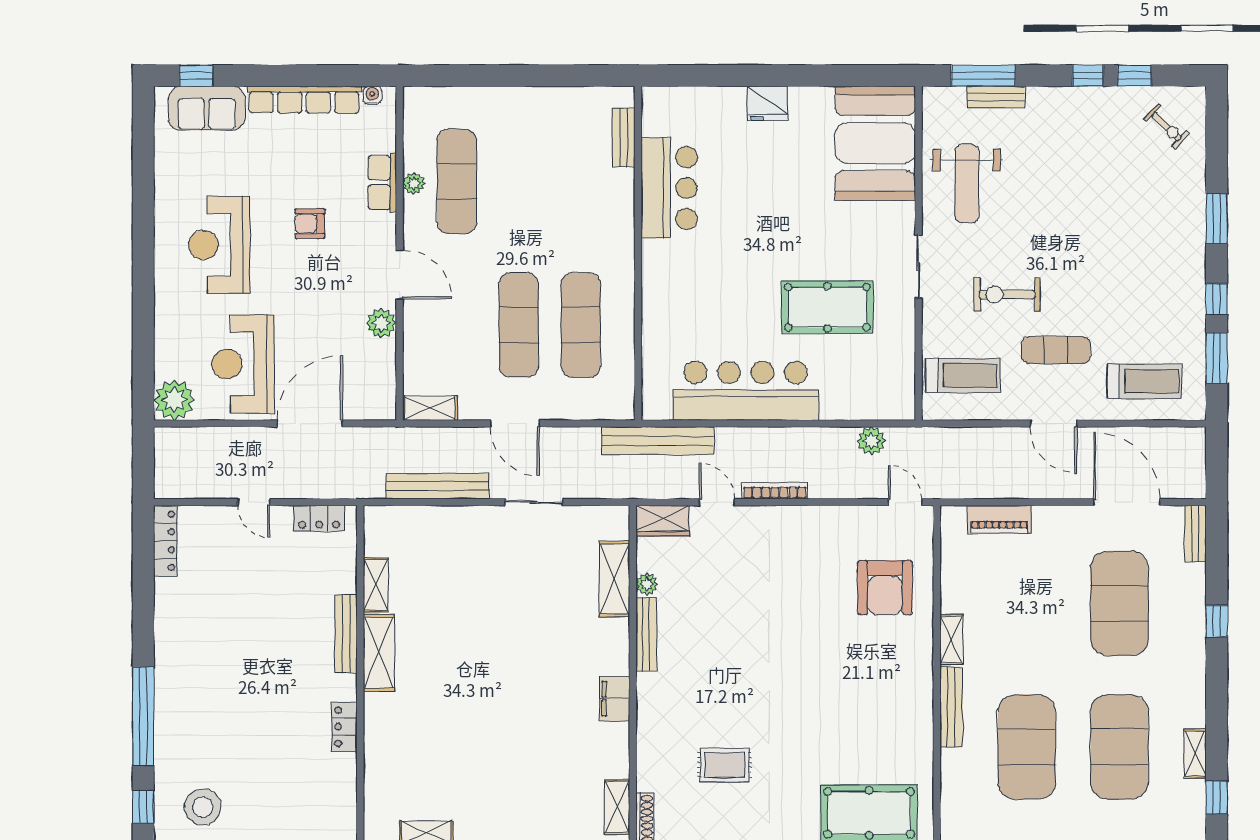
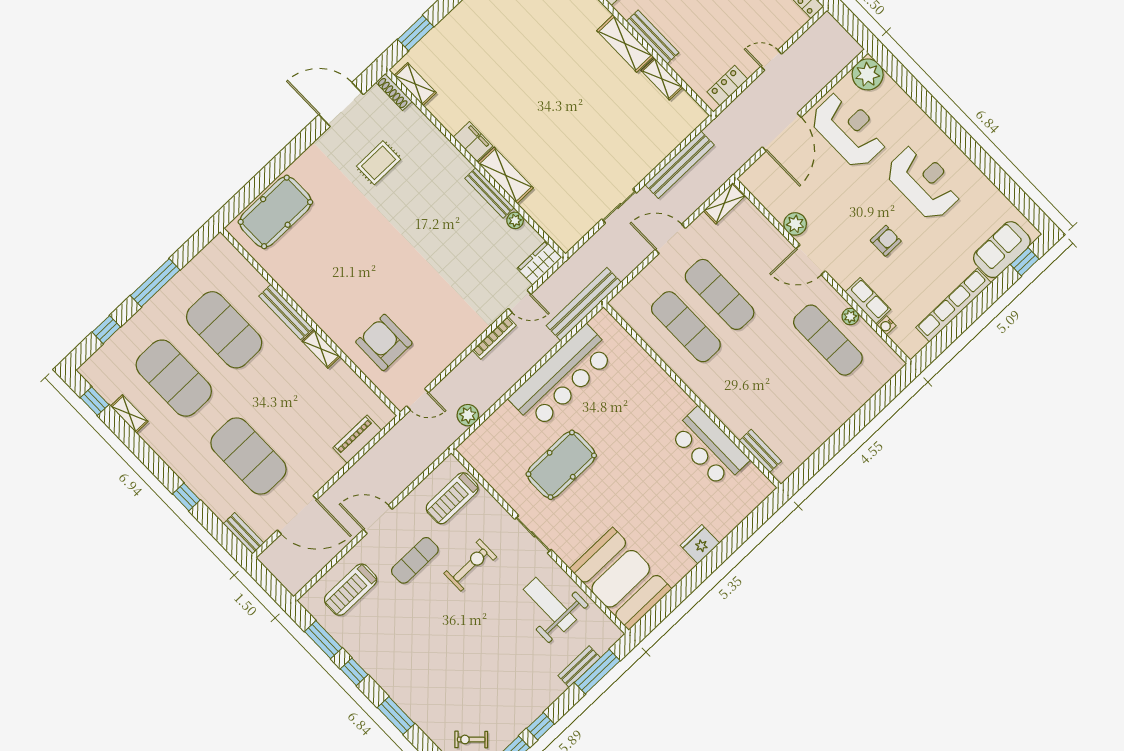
water cooler: (372, 95) -> (886, 325), moved, turned 90
shelving: (614, 579) -> (506, 175), moved

